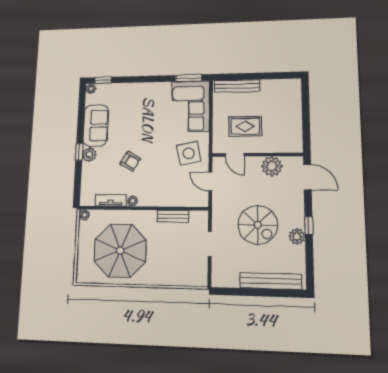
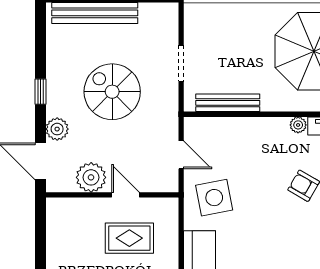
door: (235, 155) -> (126, 195), moved
bench: (173, 216) -> (228, 103), width x1.36
plant: (297, 236) -> (57, 129), moved

